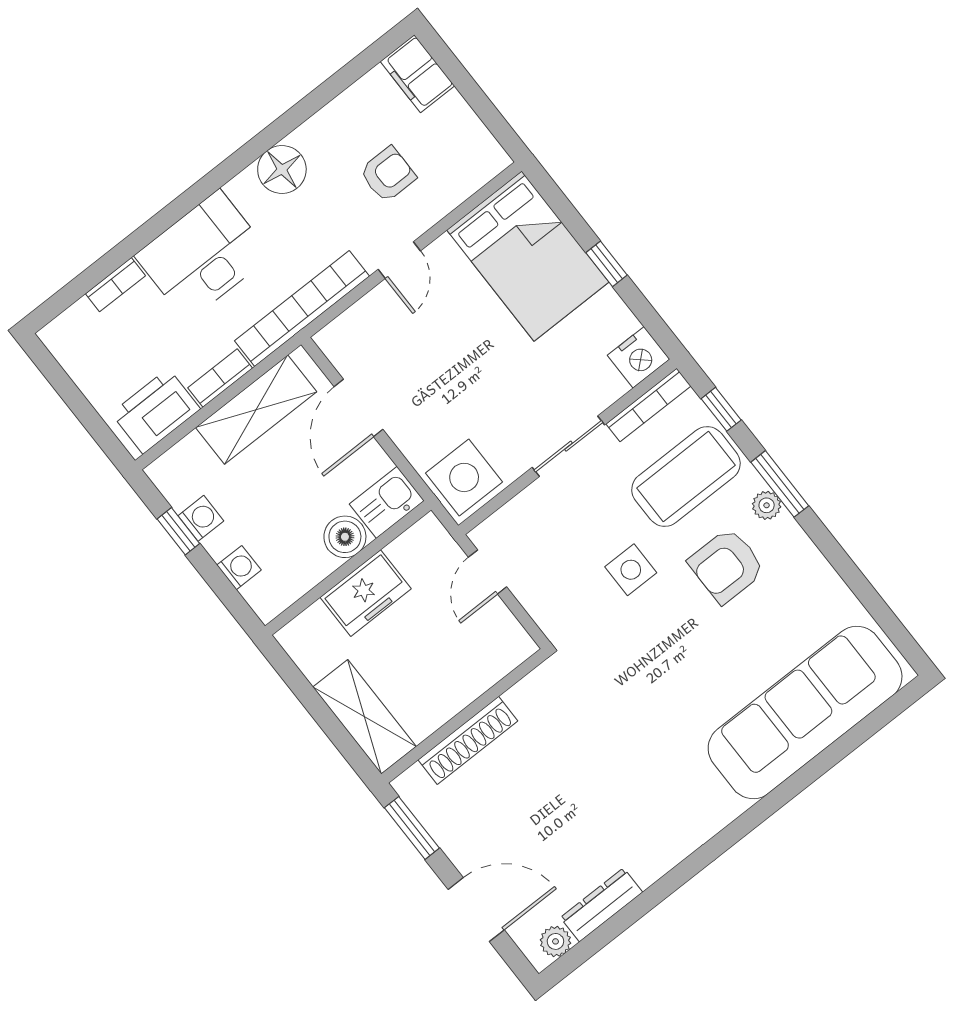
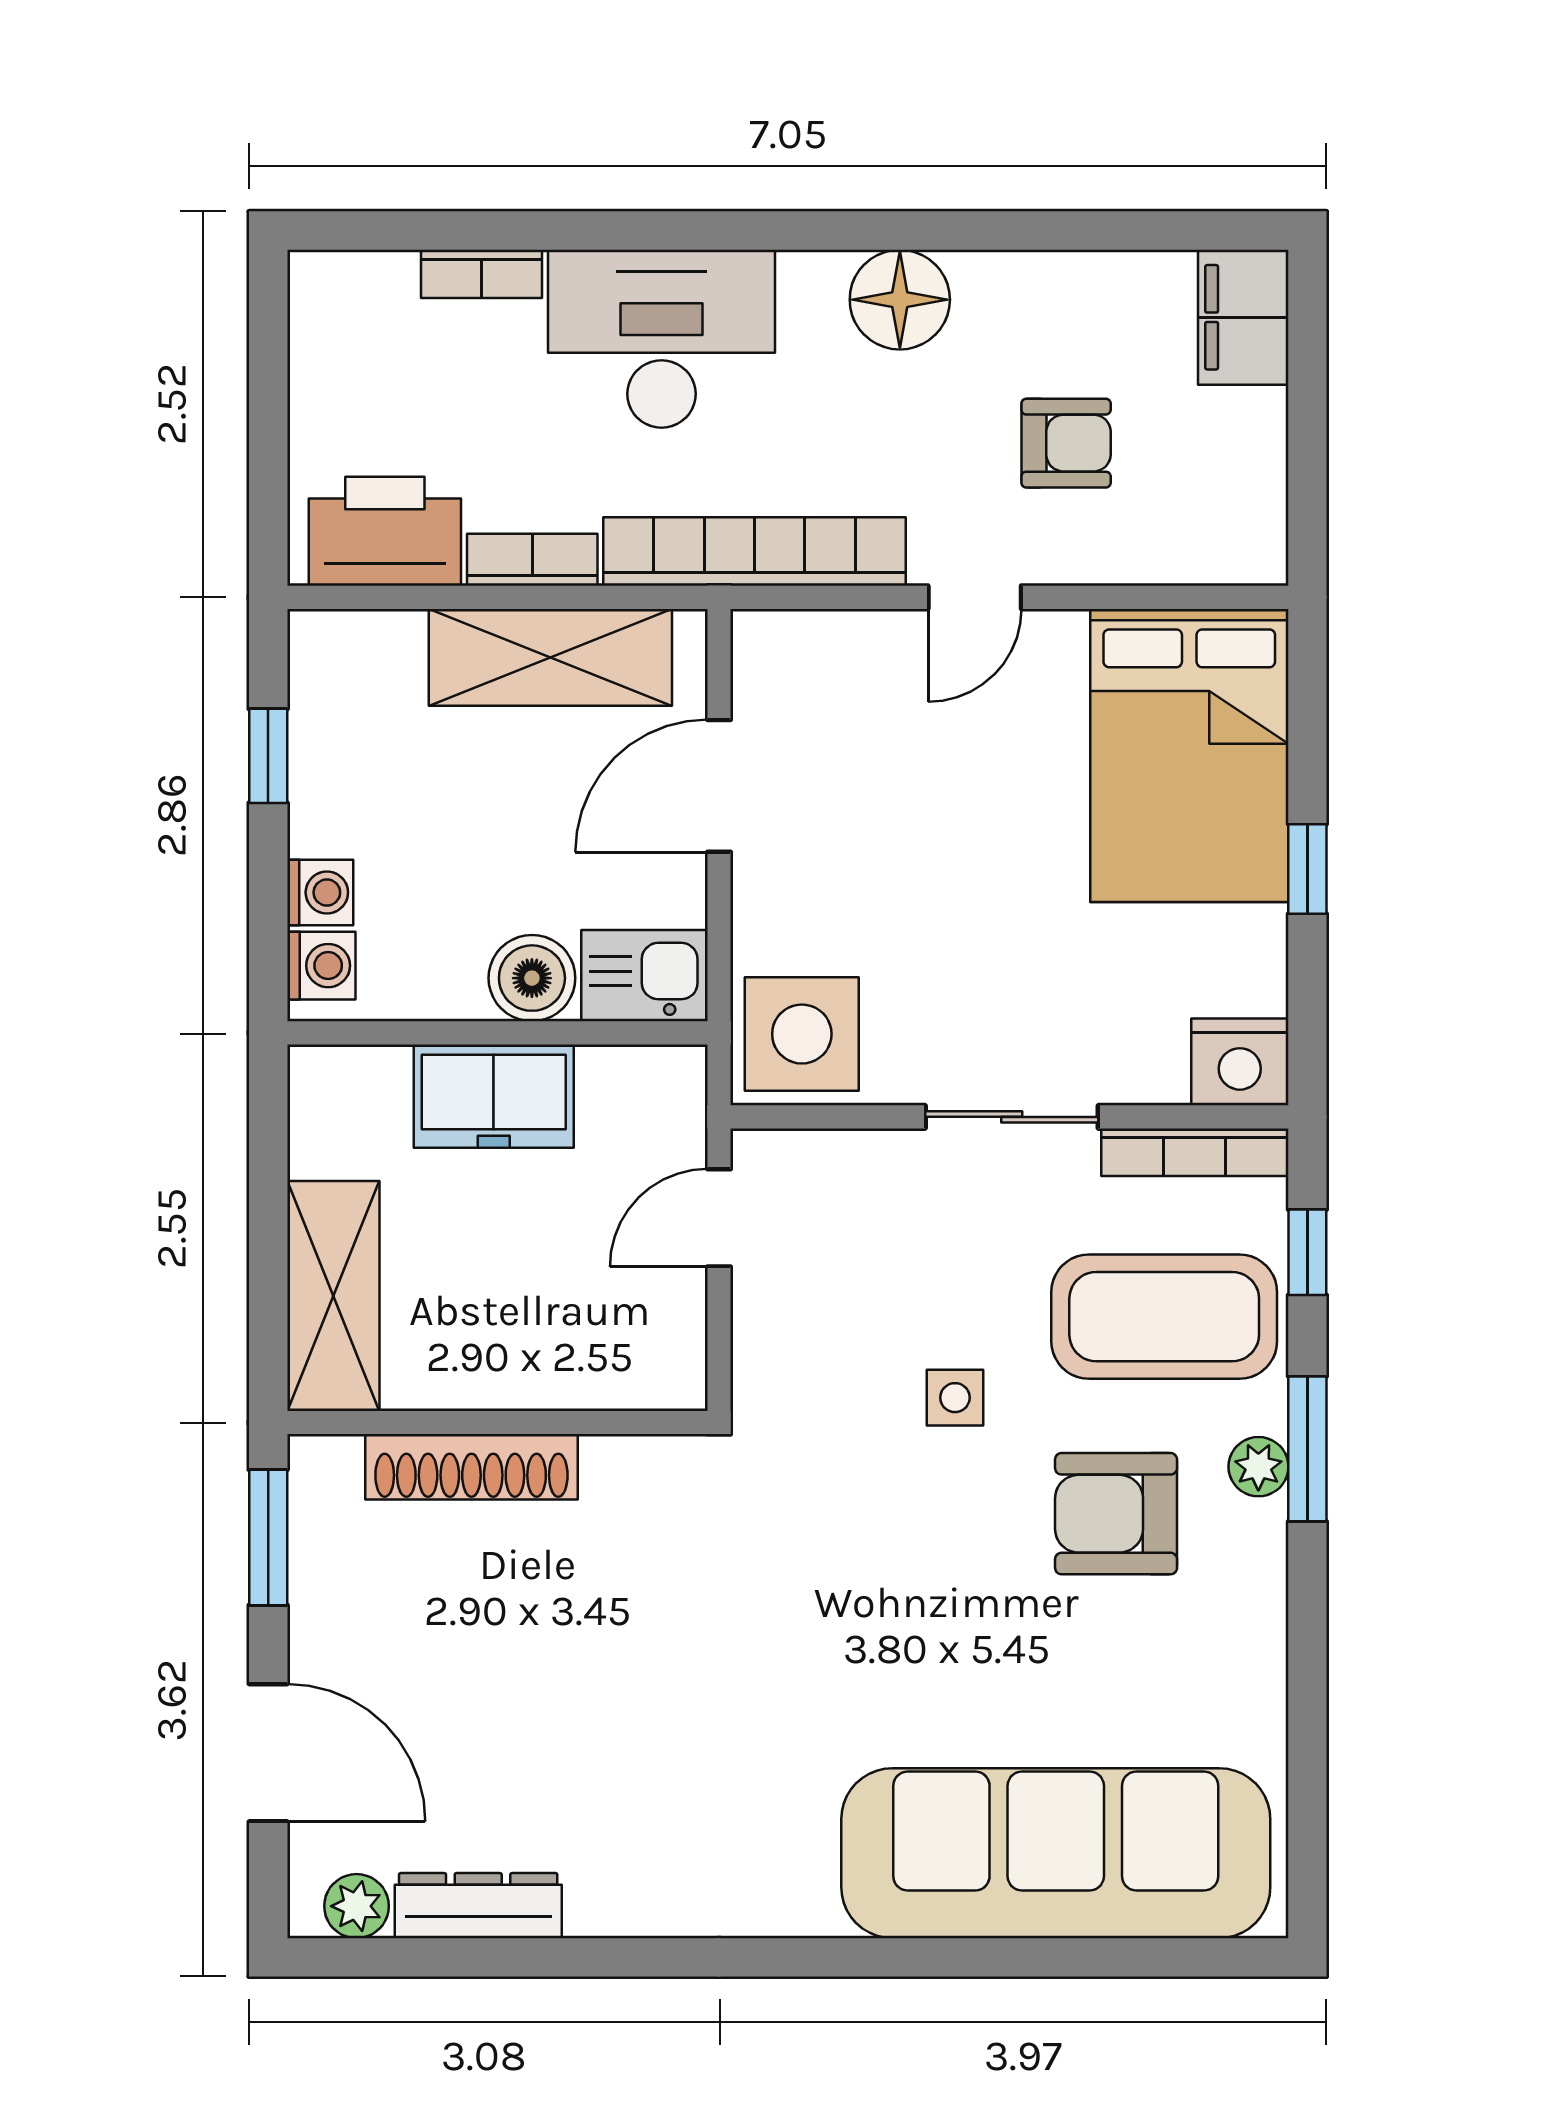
washing machine: (201, 518) -> (321, 966), moved
side table: (631, 570) -> (955, 1398), width x0.73, depth x0.73

